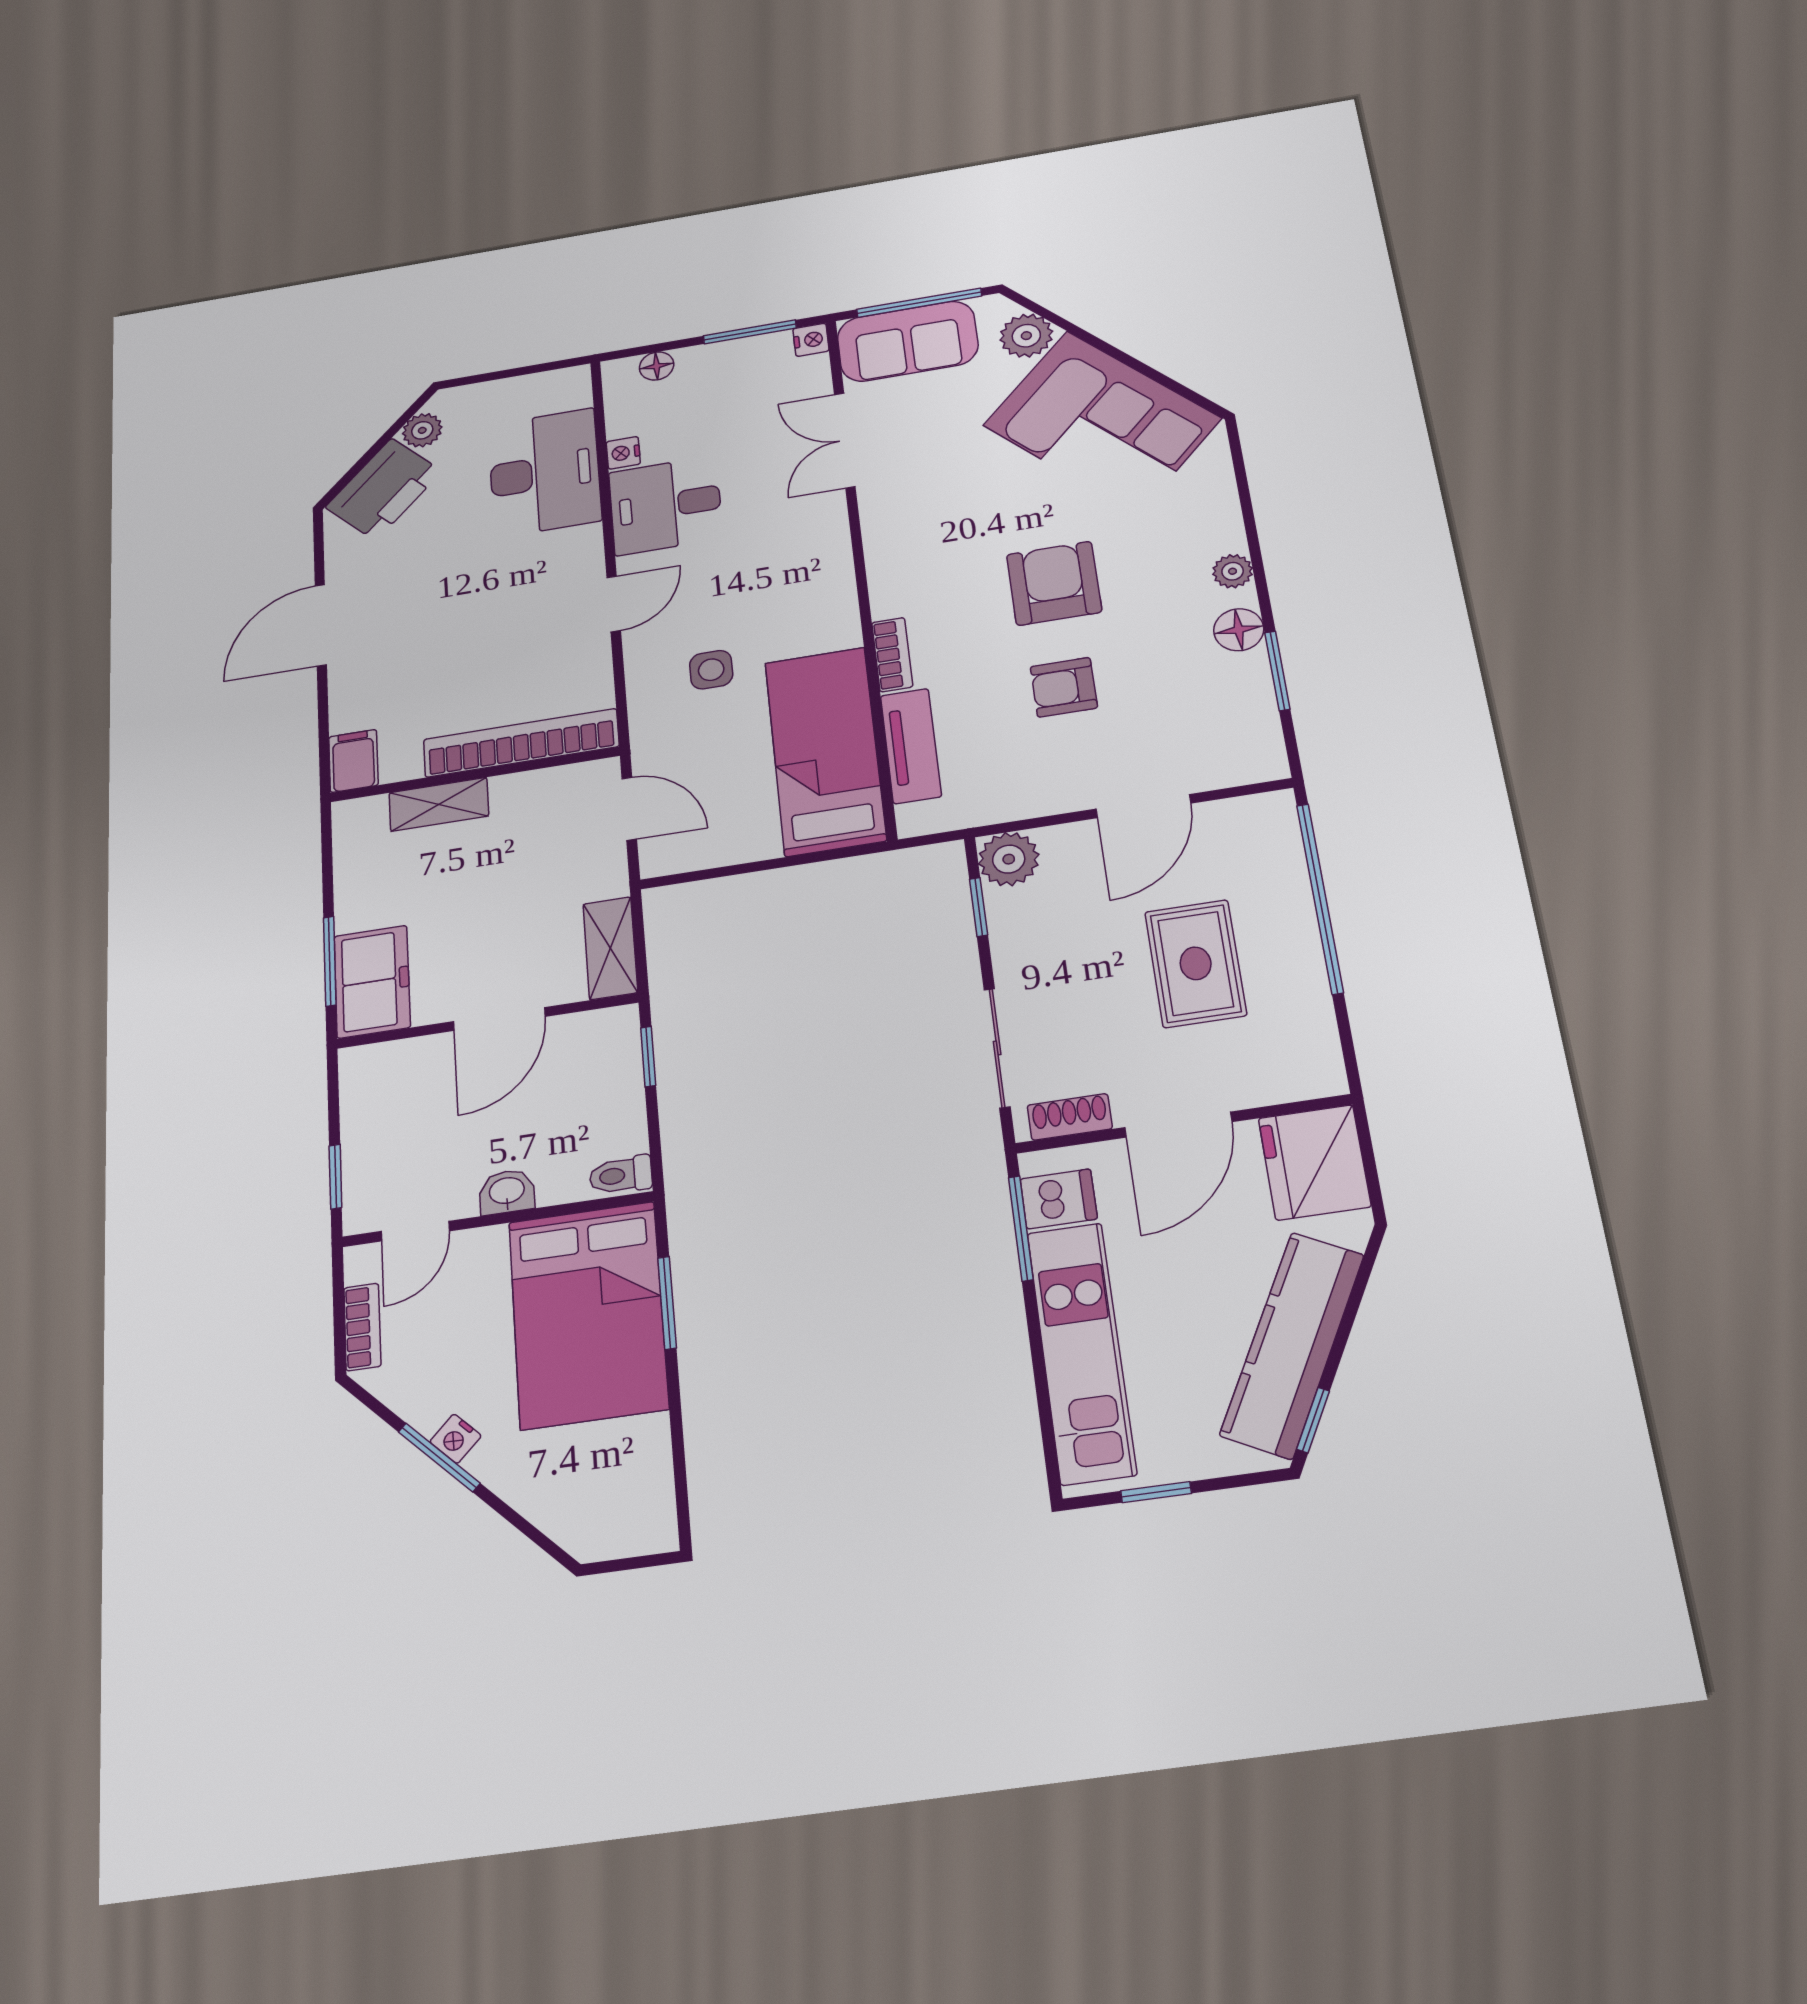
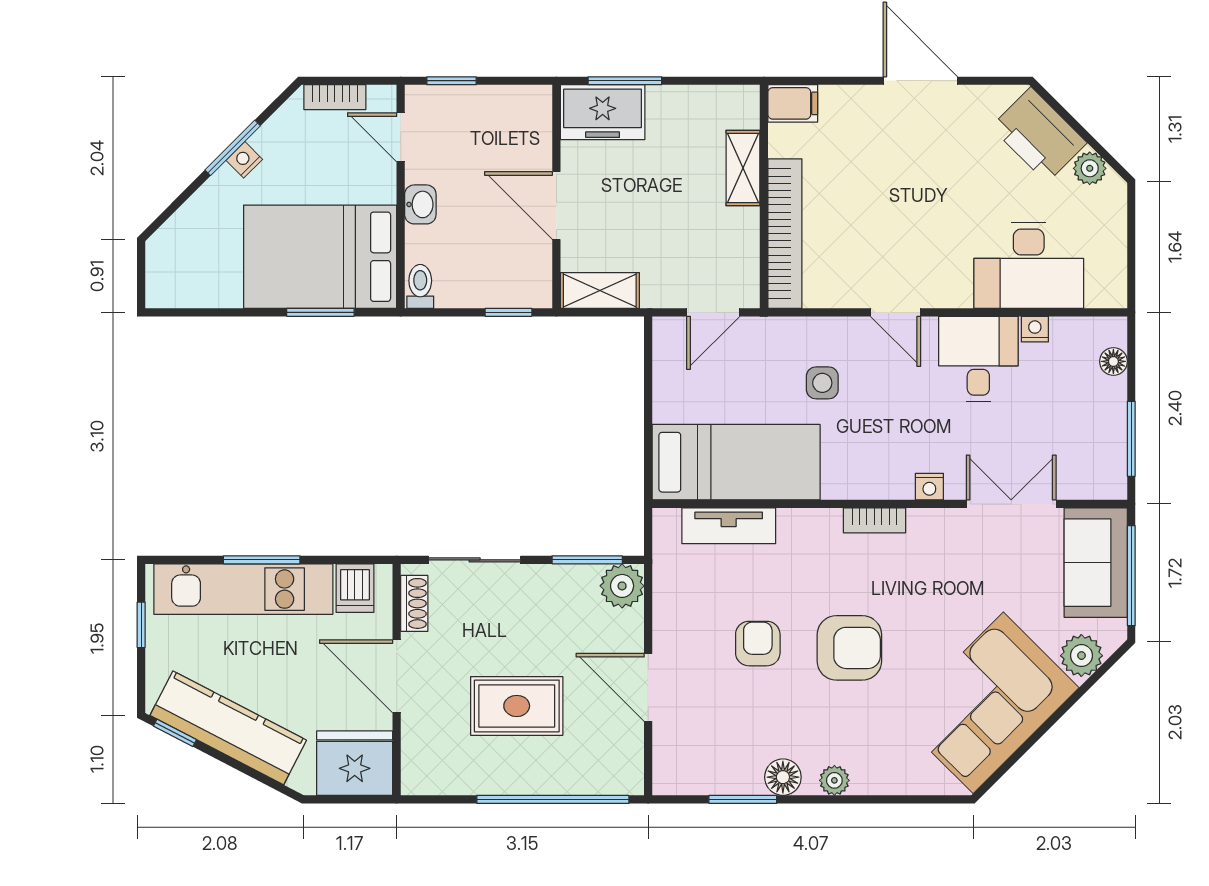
nightstand: (811, 340) -> (929, 487), moved
bookcase: (892, 655) -> (874, 520), moved
window: (979, 907) -> (587, 560), width x1.50
window: (1021, 1228) -> (262, 560), moved

